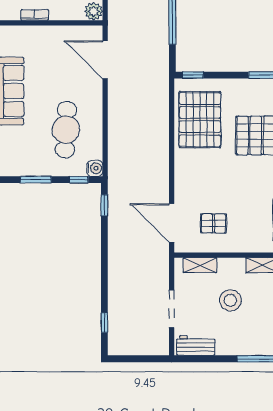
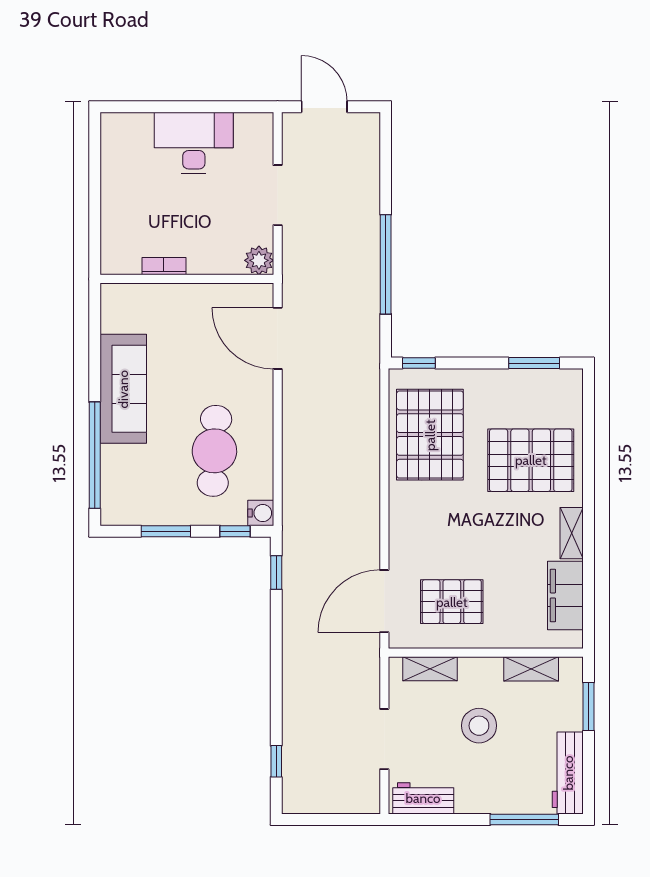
door: (172, 223) -> (384, 601), hinge flipped
pallet: (213, 223) -> (452, 602), width x1.50, depth x1.42

